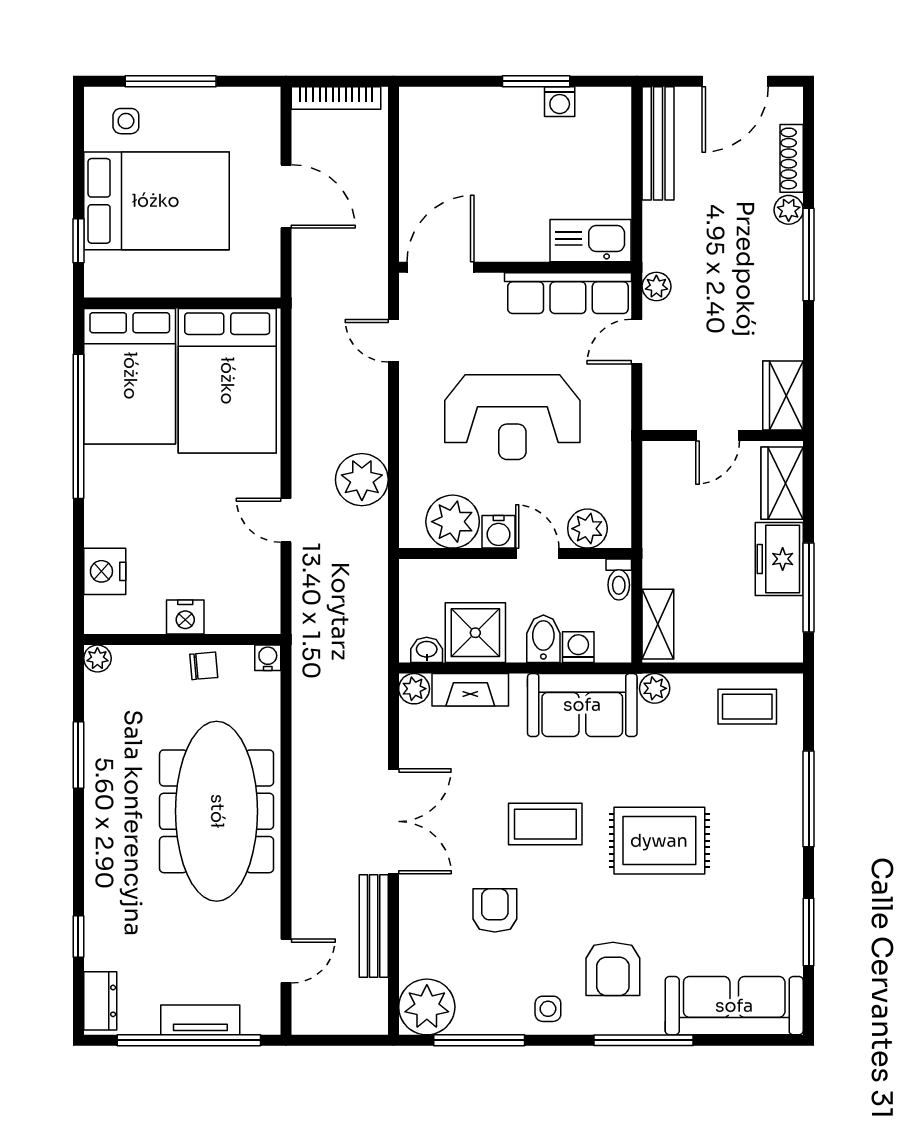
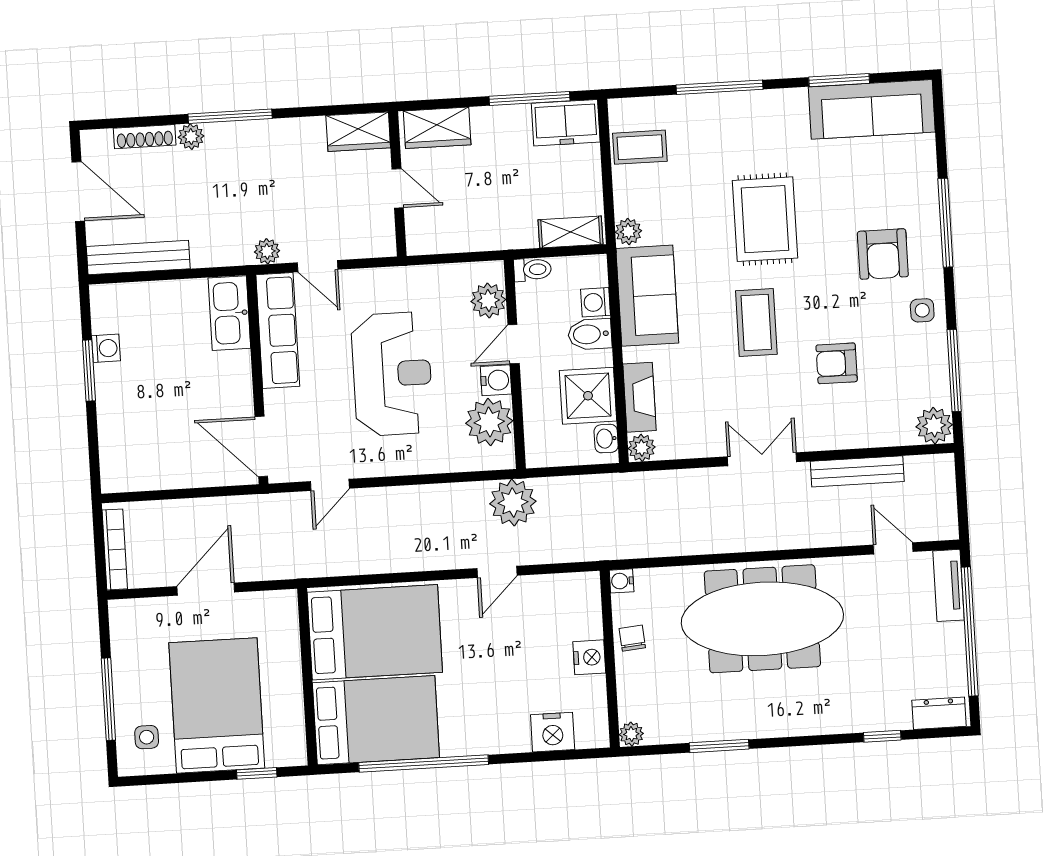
plant: (362, 480) -> (513, 503), moved
freezer: (779, 559) -> (566, 123), moved
coffee table: (747, 707) -> (640, 147), turned 90
double door: (393, 821) -> (762, 459), width x0.73
armchair: (613, 969) -> (883, 254), turned 90
sofa: (734, 1006) -> (872, 109), moved, turned -90
plant: (427, 1007) -> (934, 426), width x0.73, depth x0.73
tv unit: (200, 1020) -> (949, 585), moved

